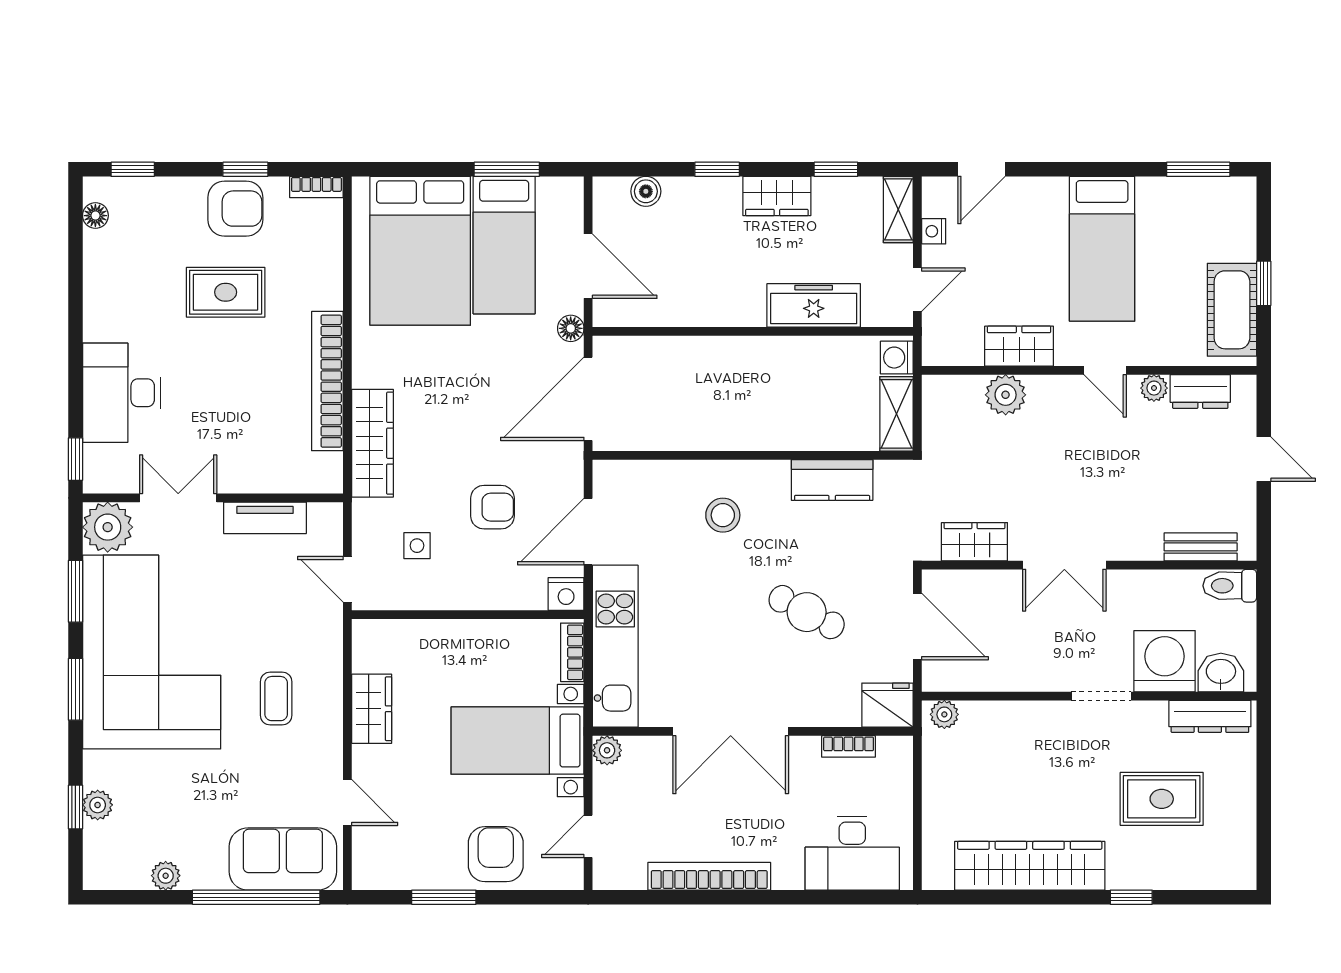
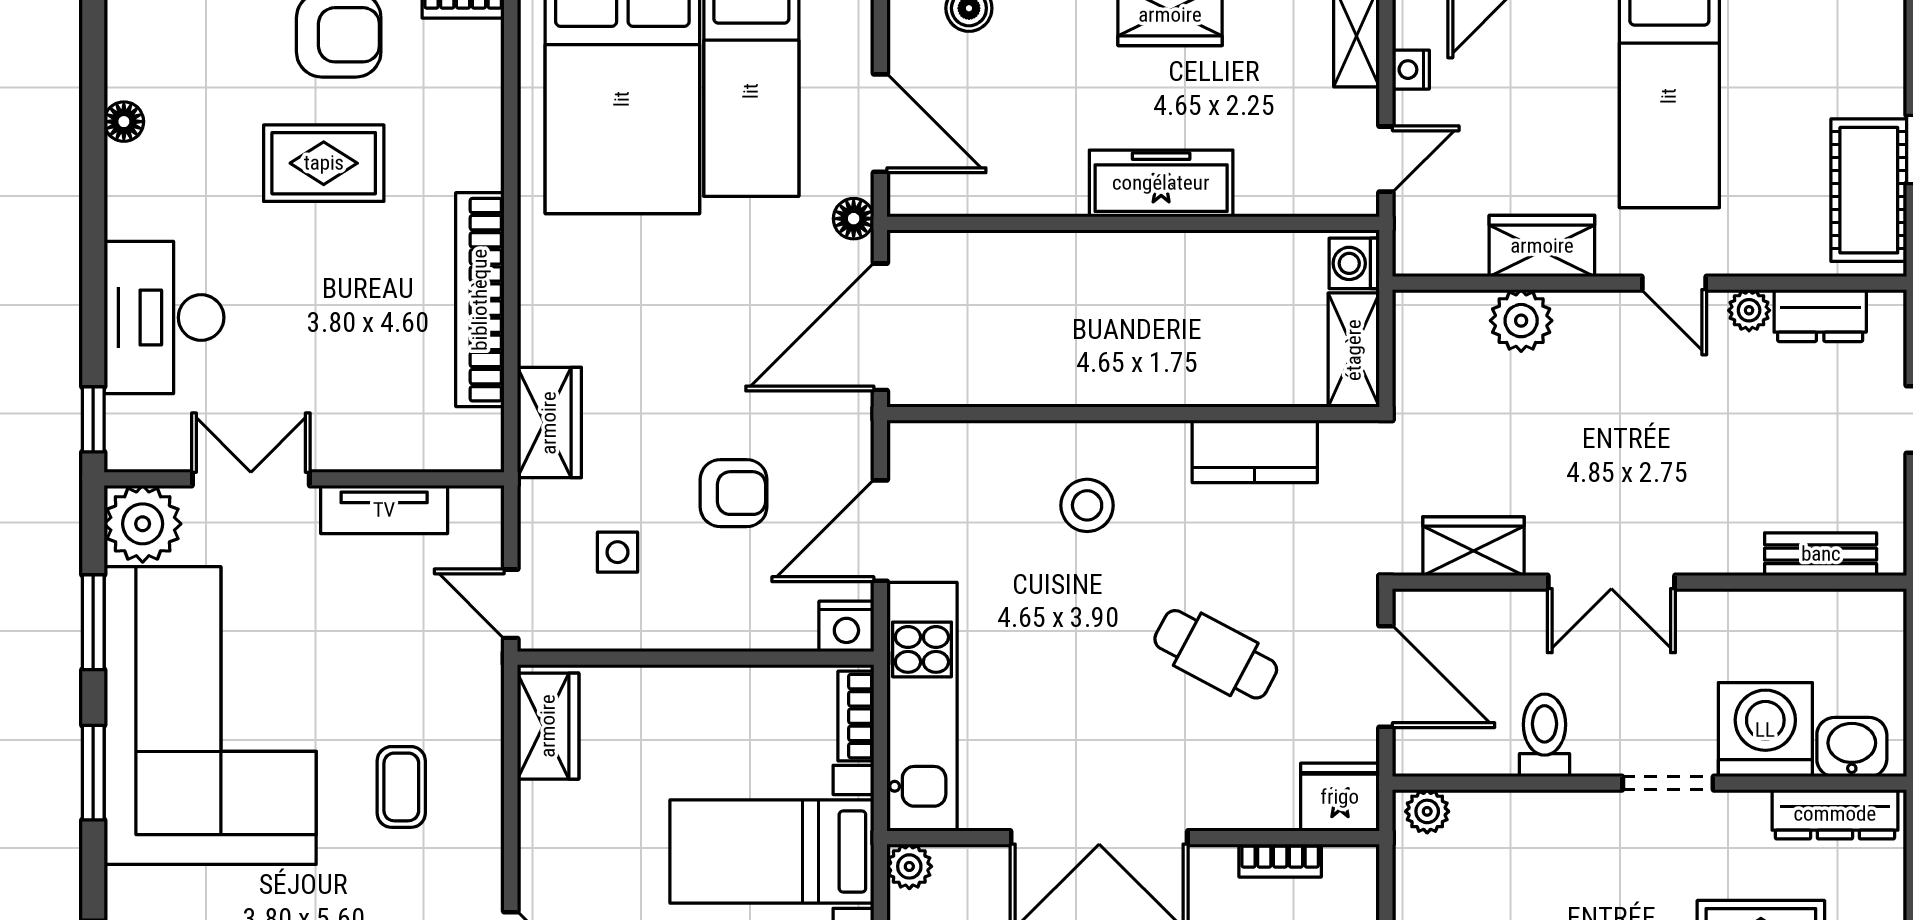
floor lamp: (95, 216) -> (124, 122), moved
freezer: (814, 305) -> (1161, 183), moved
wardrobe: (373, 443) -> (549, 423), width x0.67
toilet: (1230, 586) -> (1545, 735), moved, turned 90
wardrobe: (372, 709) -> (548, 726), moved

